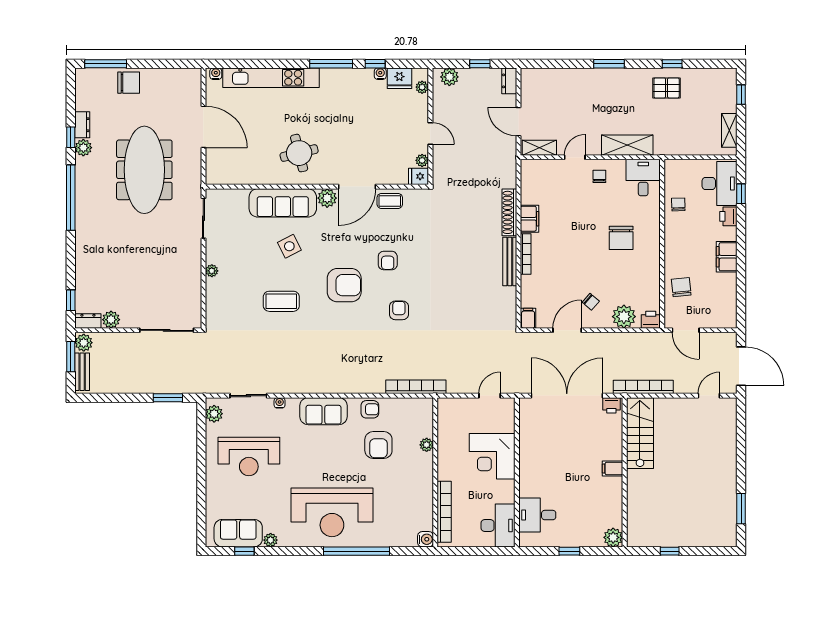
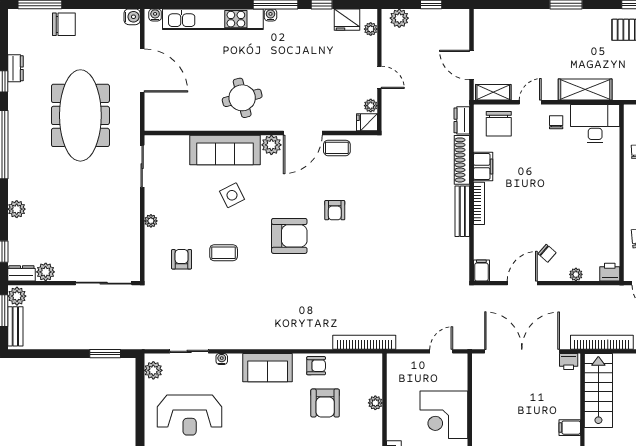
water cooler: (380, 74) -> (271, 15), moved
water cooler: (194, 75) -> (132, 17), added
dresser: (509, 81) -> (462, 120), moved
plant: (83, 148) -> (17, 209), moved
desk: (643, 178) -> (595, 124), width x1.37
chair: (621, 238) -> (499, 124), moved
coffee table: (281, 301) -> (224, 253), width x0.73, depth x0.77
armchair: (399, 310) -> (182, 259), moved
plant: (624, 317) -> (576, 274), width x0.53, depth x0.53

